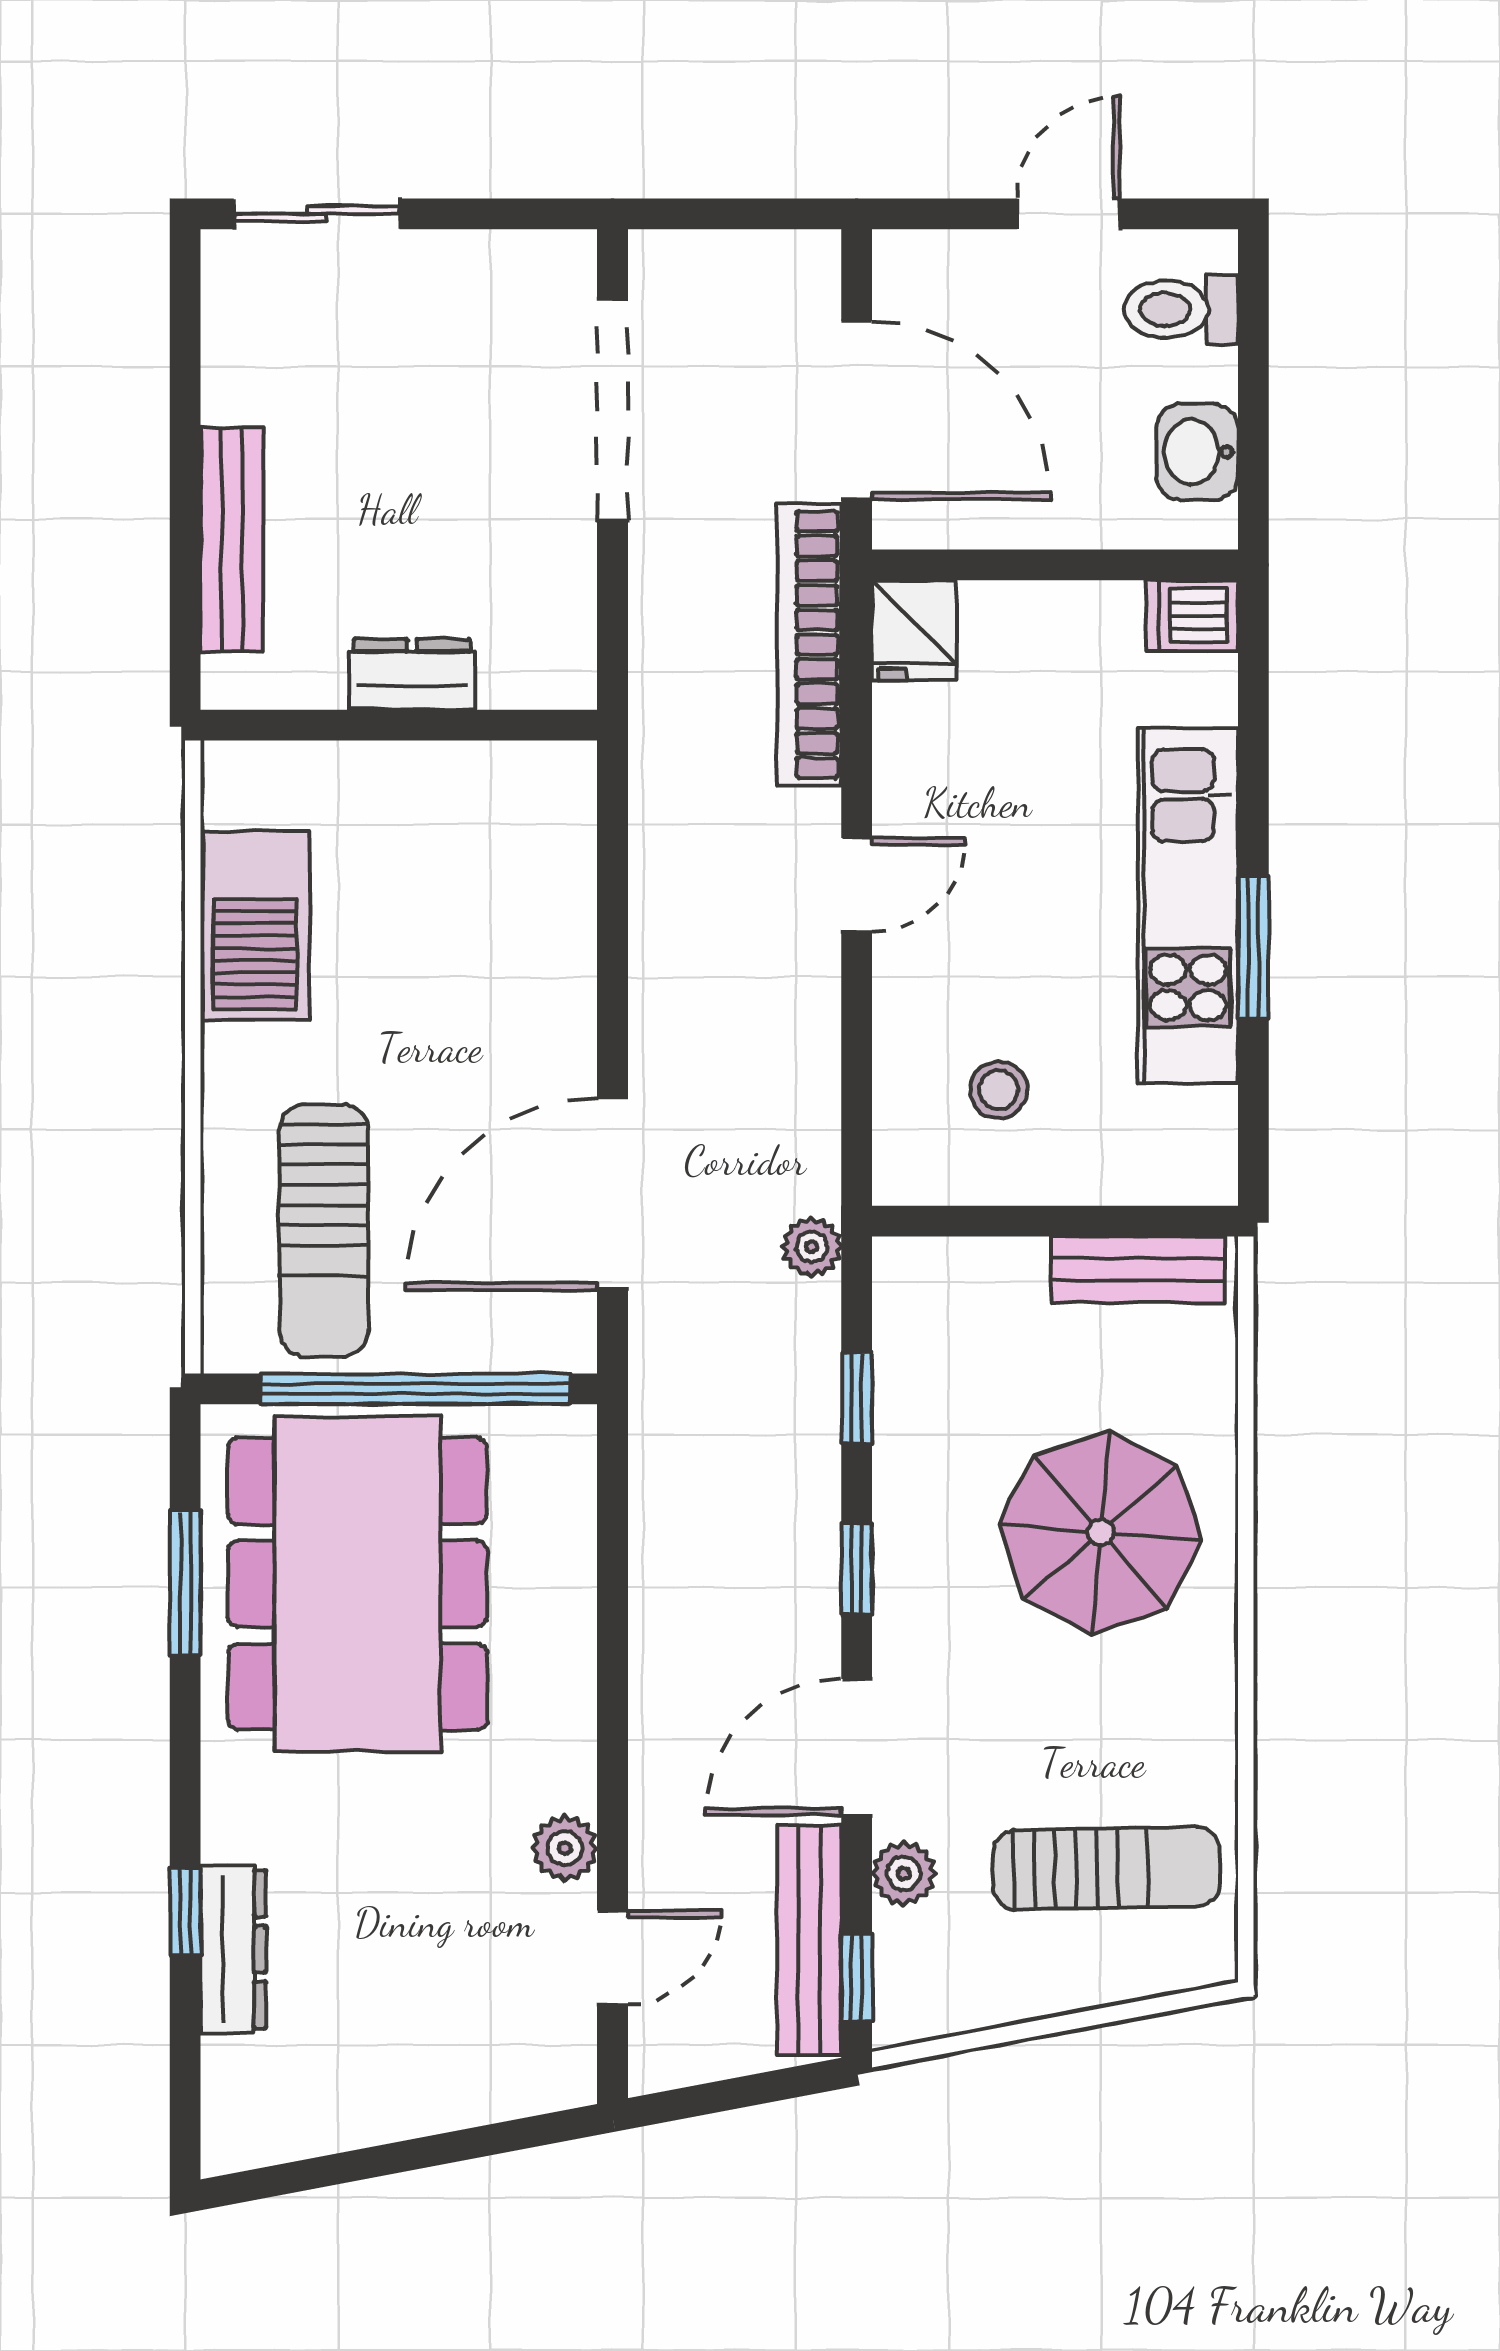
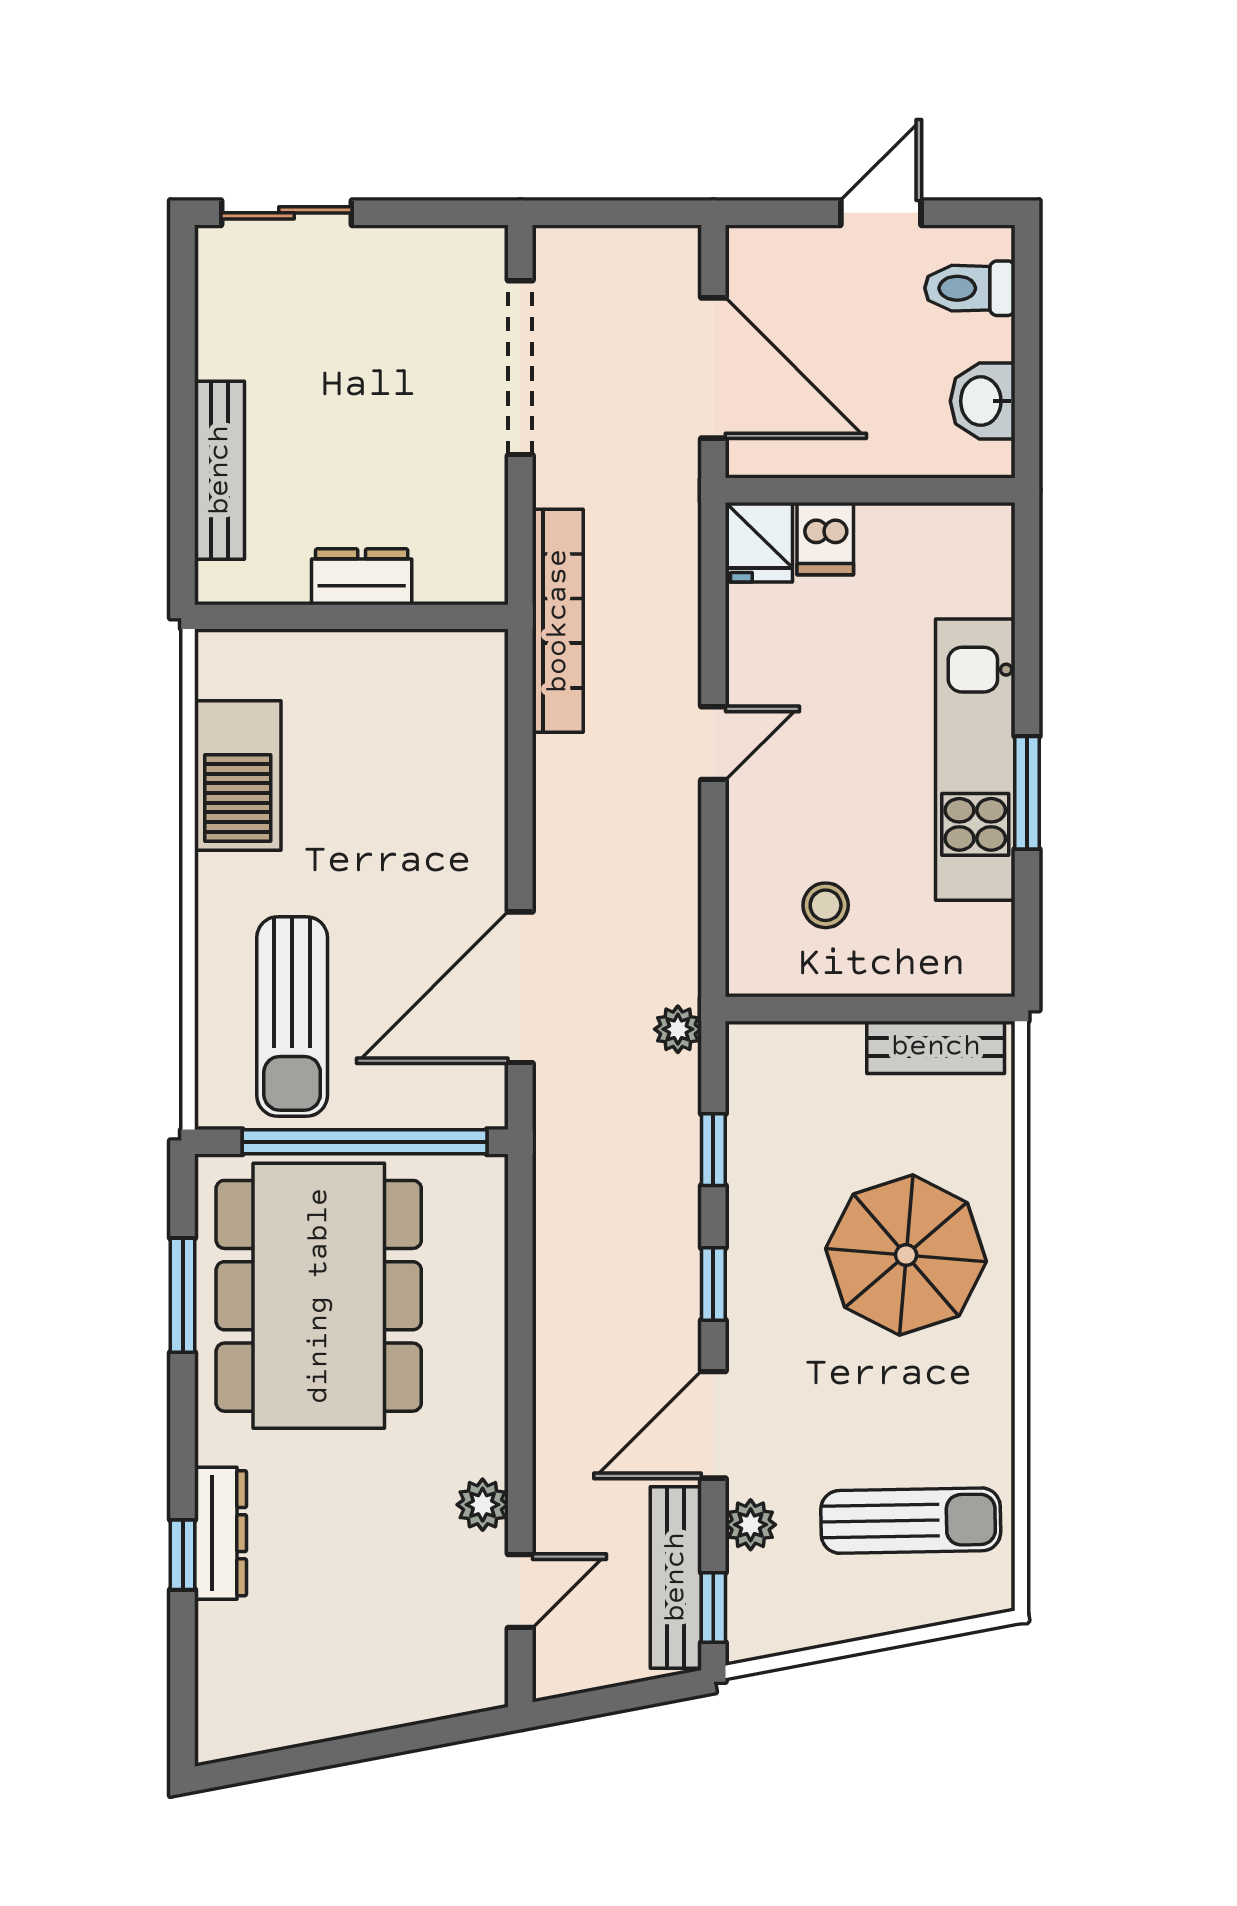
dishwasher: (1192, 616) -> (825, 539), moved, turned -90
bookcase: (809, 645) -> (558, 621), moved, turned 180
dresser: (233, 1949) -> (220, 1533), moved

